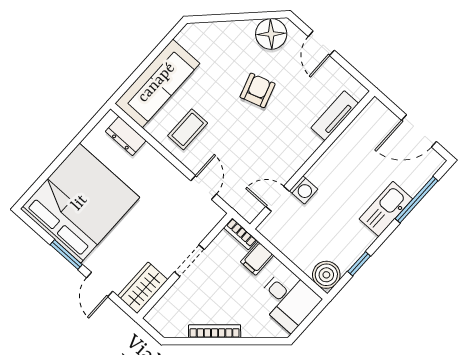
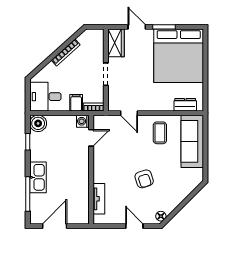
floor lamp: (271, 34) -> (161, 216), width x0.53, depth x0.53
washing machine: (304, 190) -> (83, 121), moved

